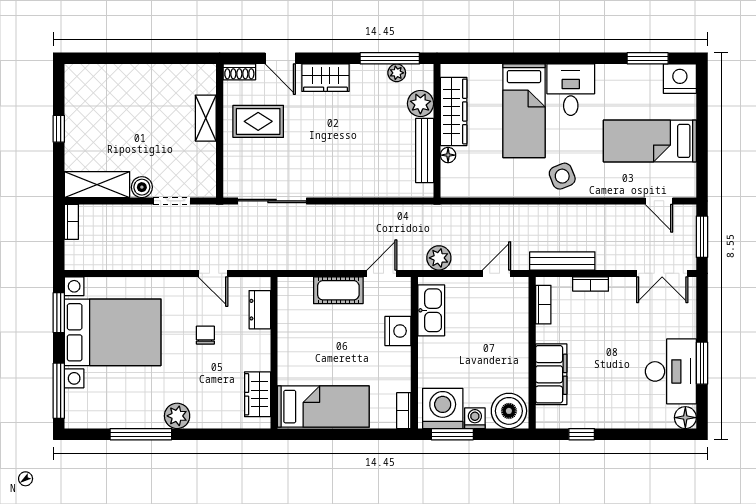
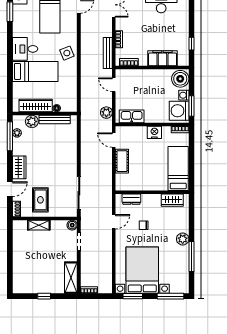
boiler: (142, 187) -> (72, 225), moved
nightstand: (398, 331) -> (154, 132), moved

